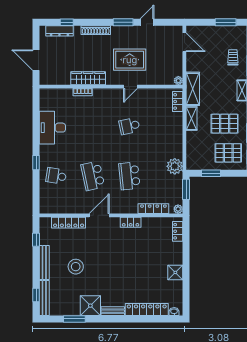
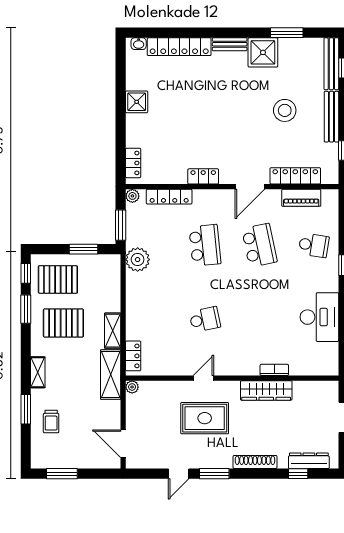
piano: (65, 208) -> (301, 198), added

